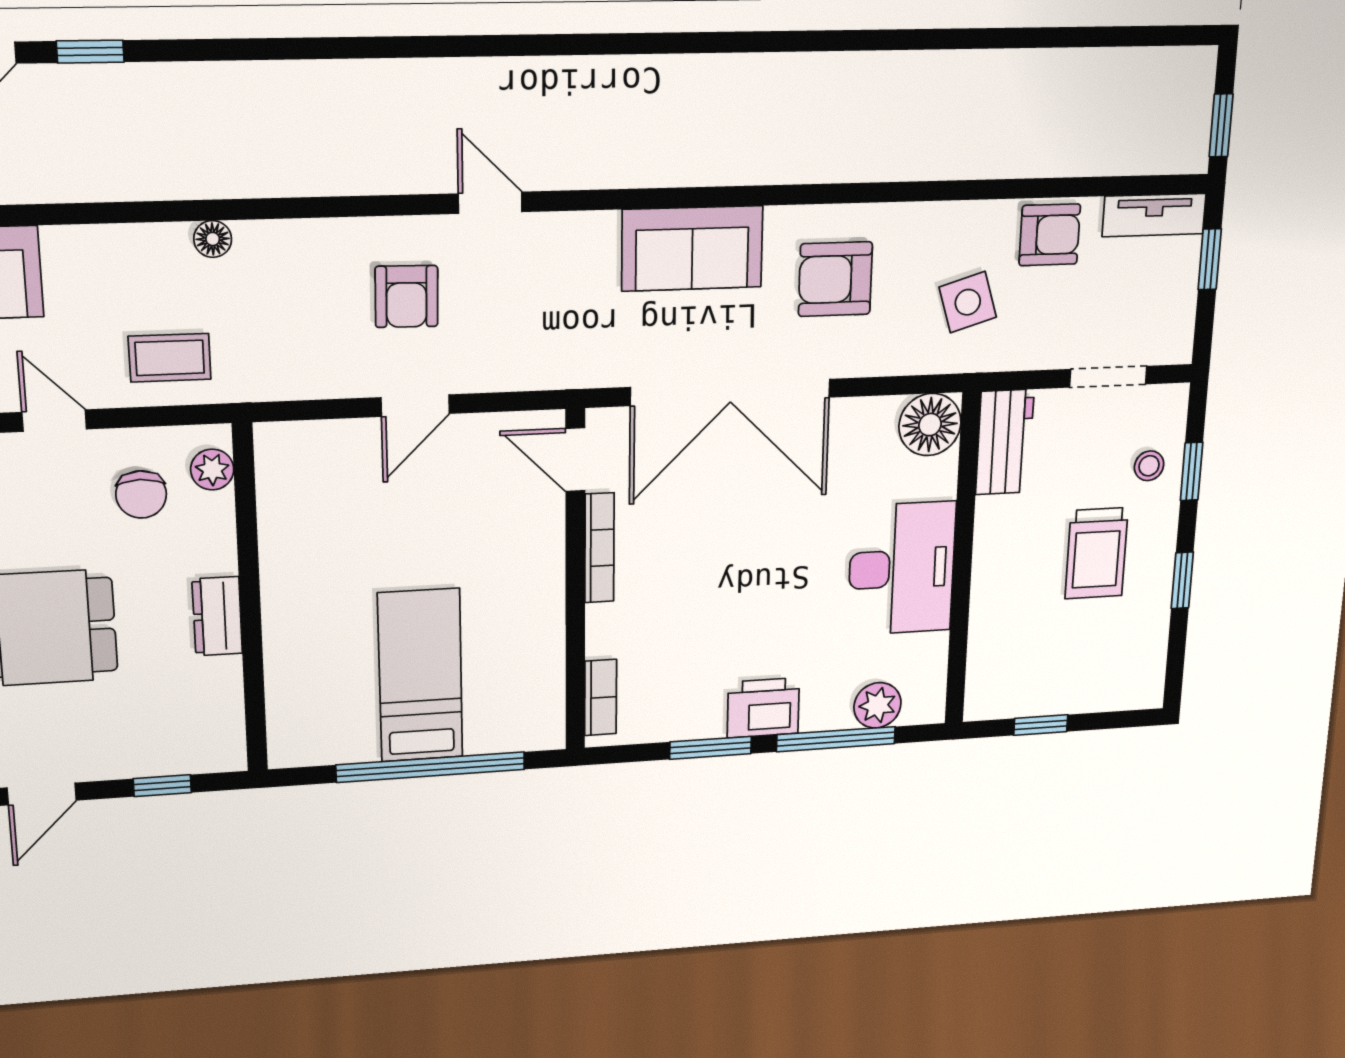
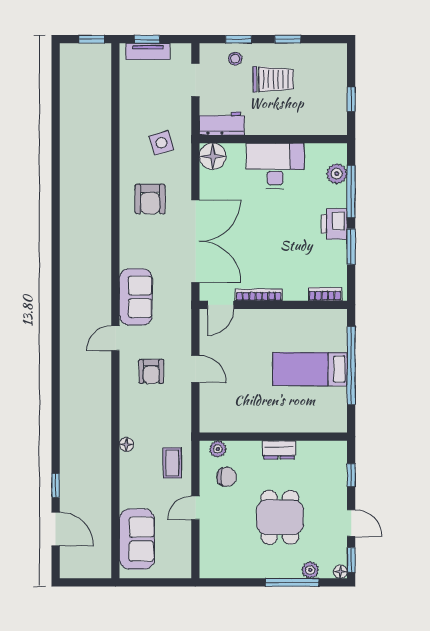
tv unit: (1154, 215) -> (148, 52), moved, turned 90
armchair: (1050, 235) -> (135, 109), removed
sofa: (692, 248) -> (136, 297), moved
armchair: (406, 296) -> (151, 371), turned 89

